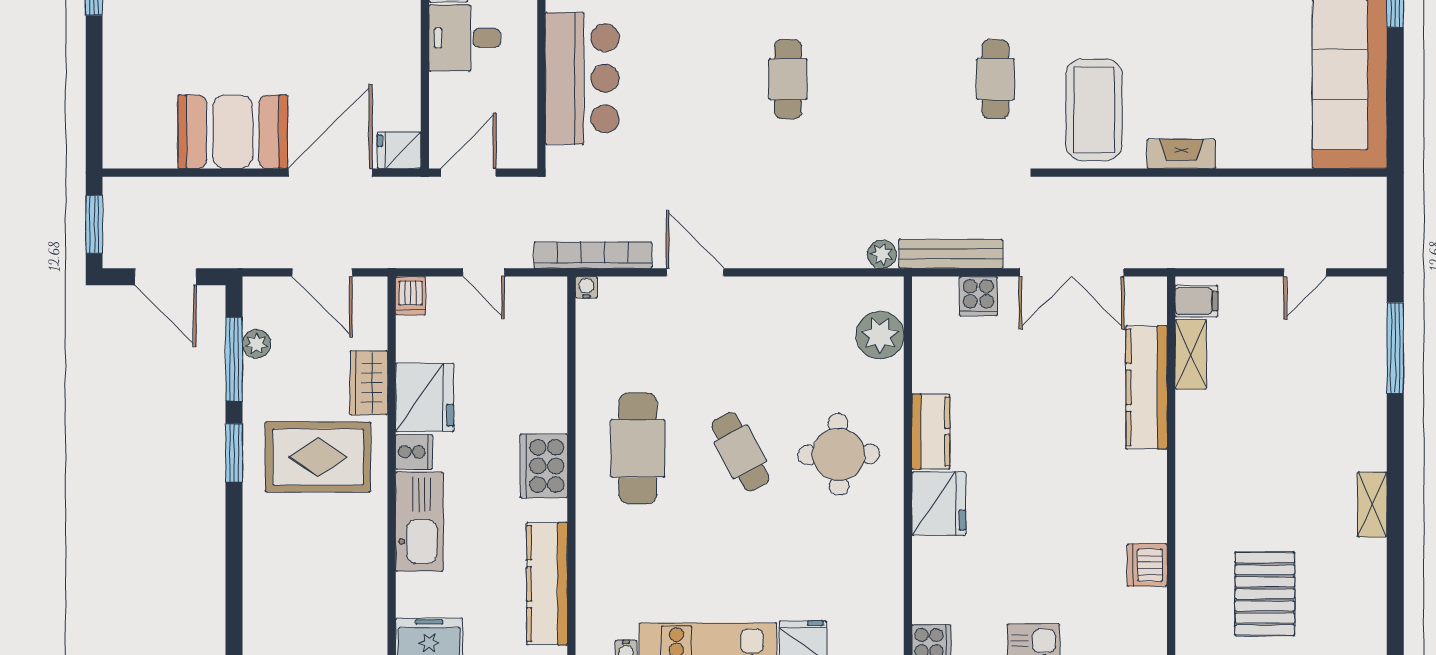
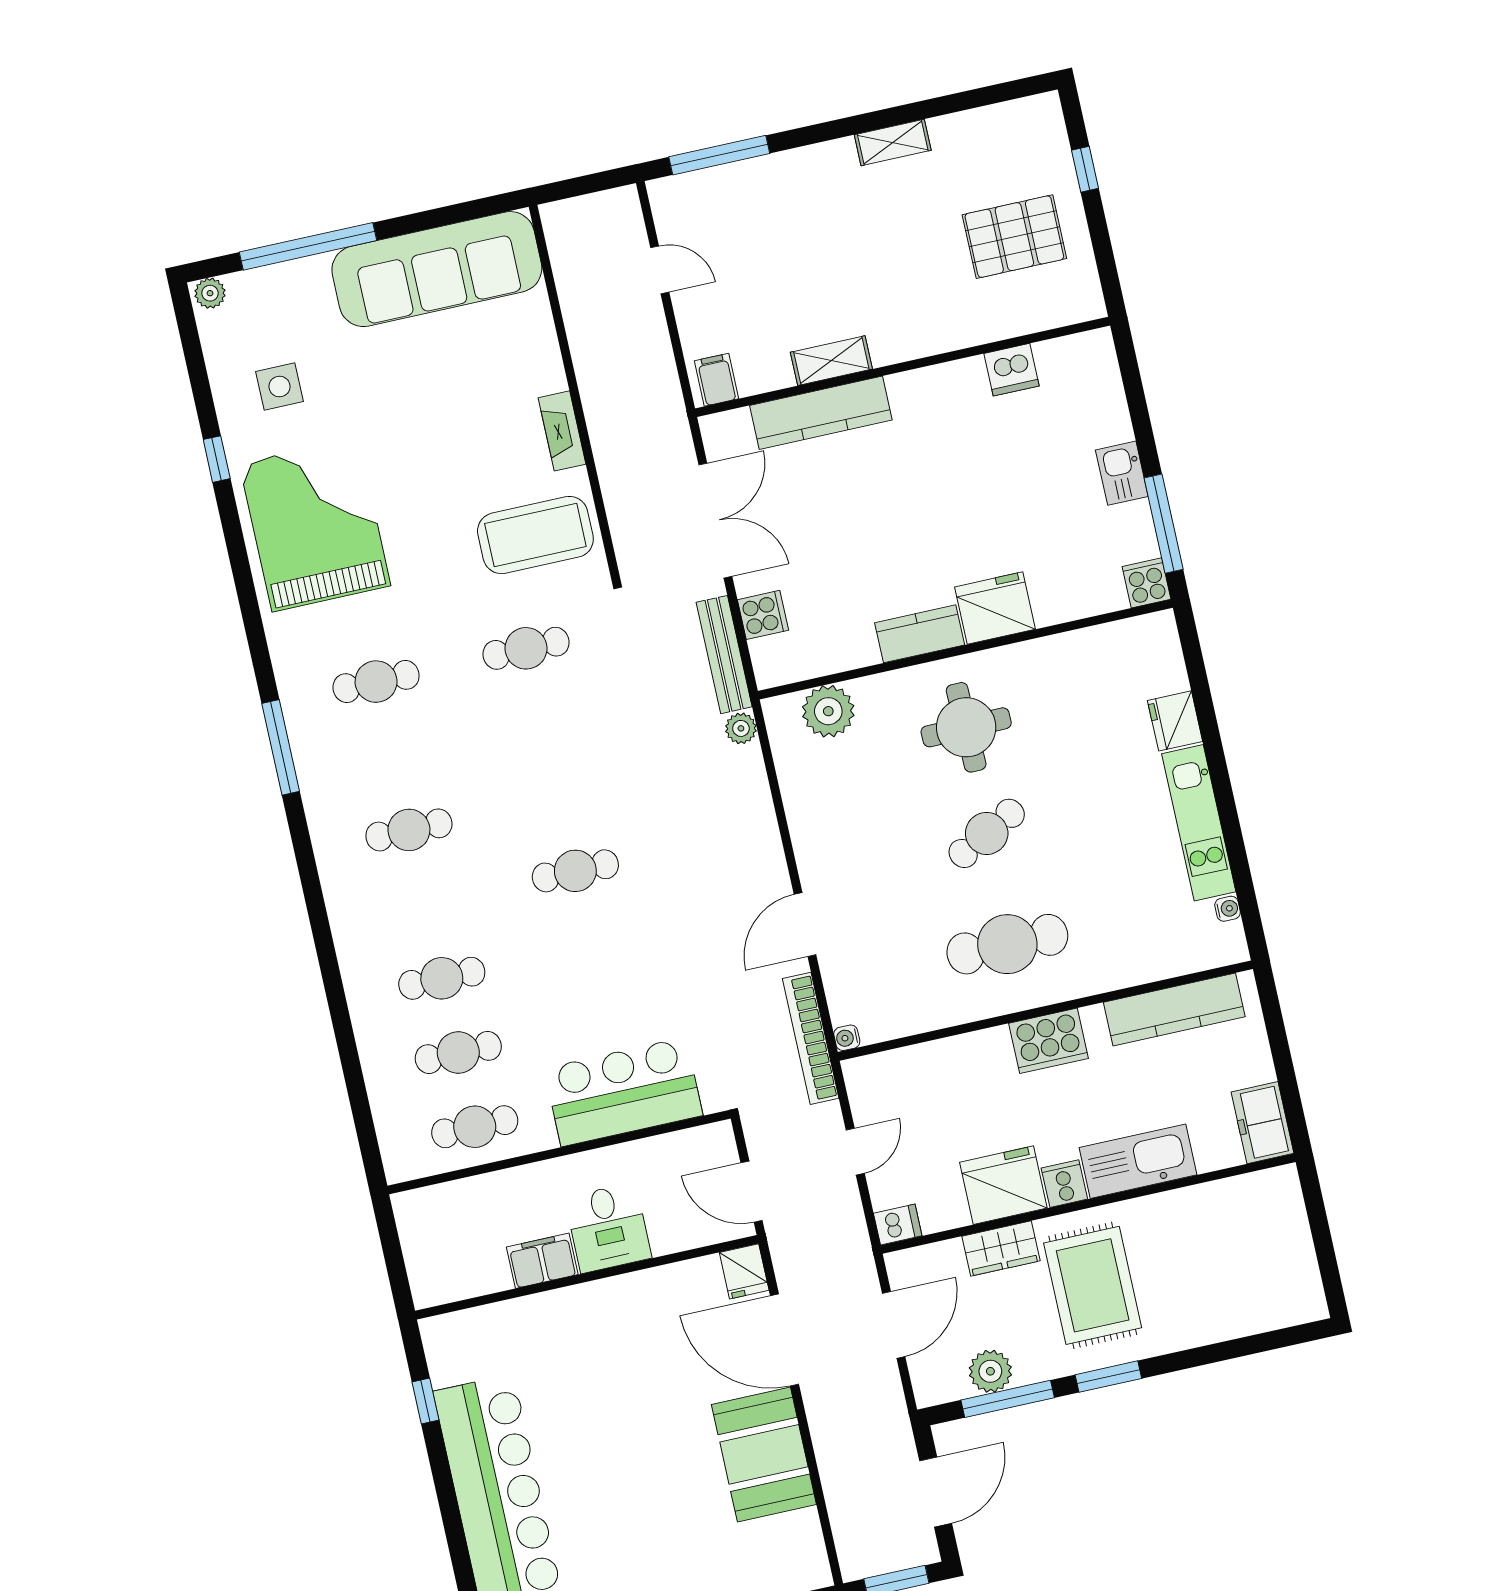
plant: (257, 344) -> (990, 1371), width x1.38, depth x1.38
shelving: (1191, 354) -> (831, 361), moved

